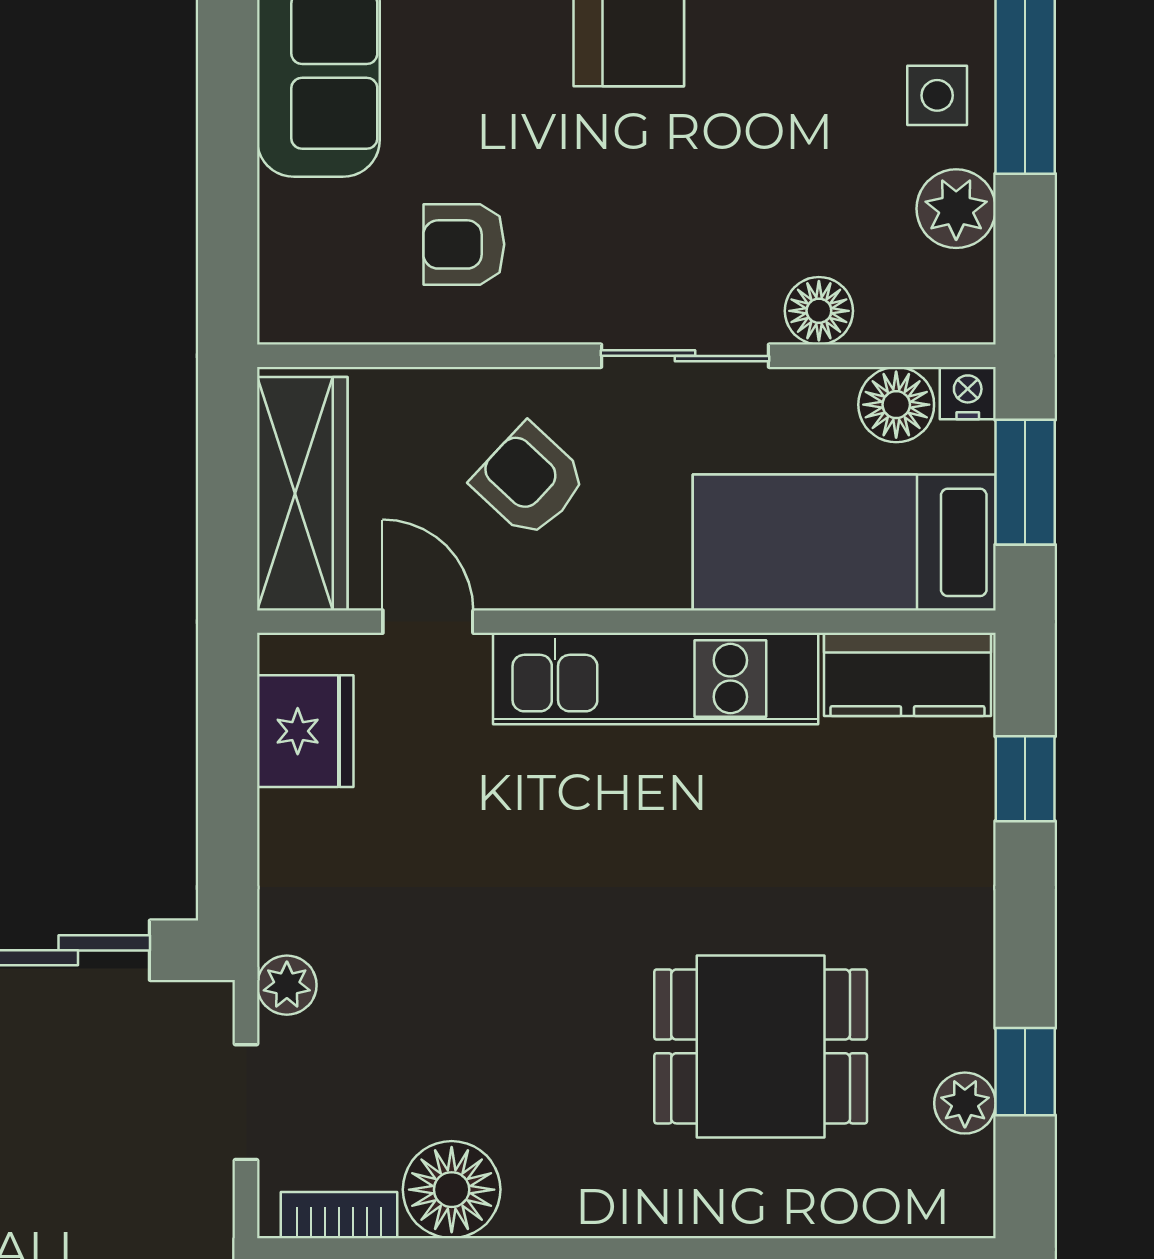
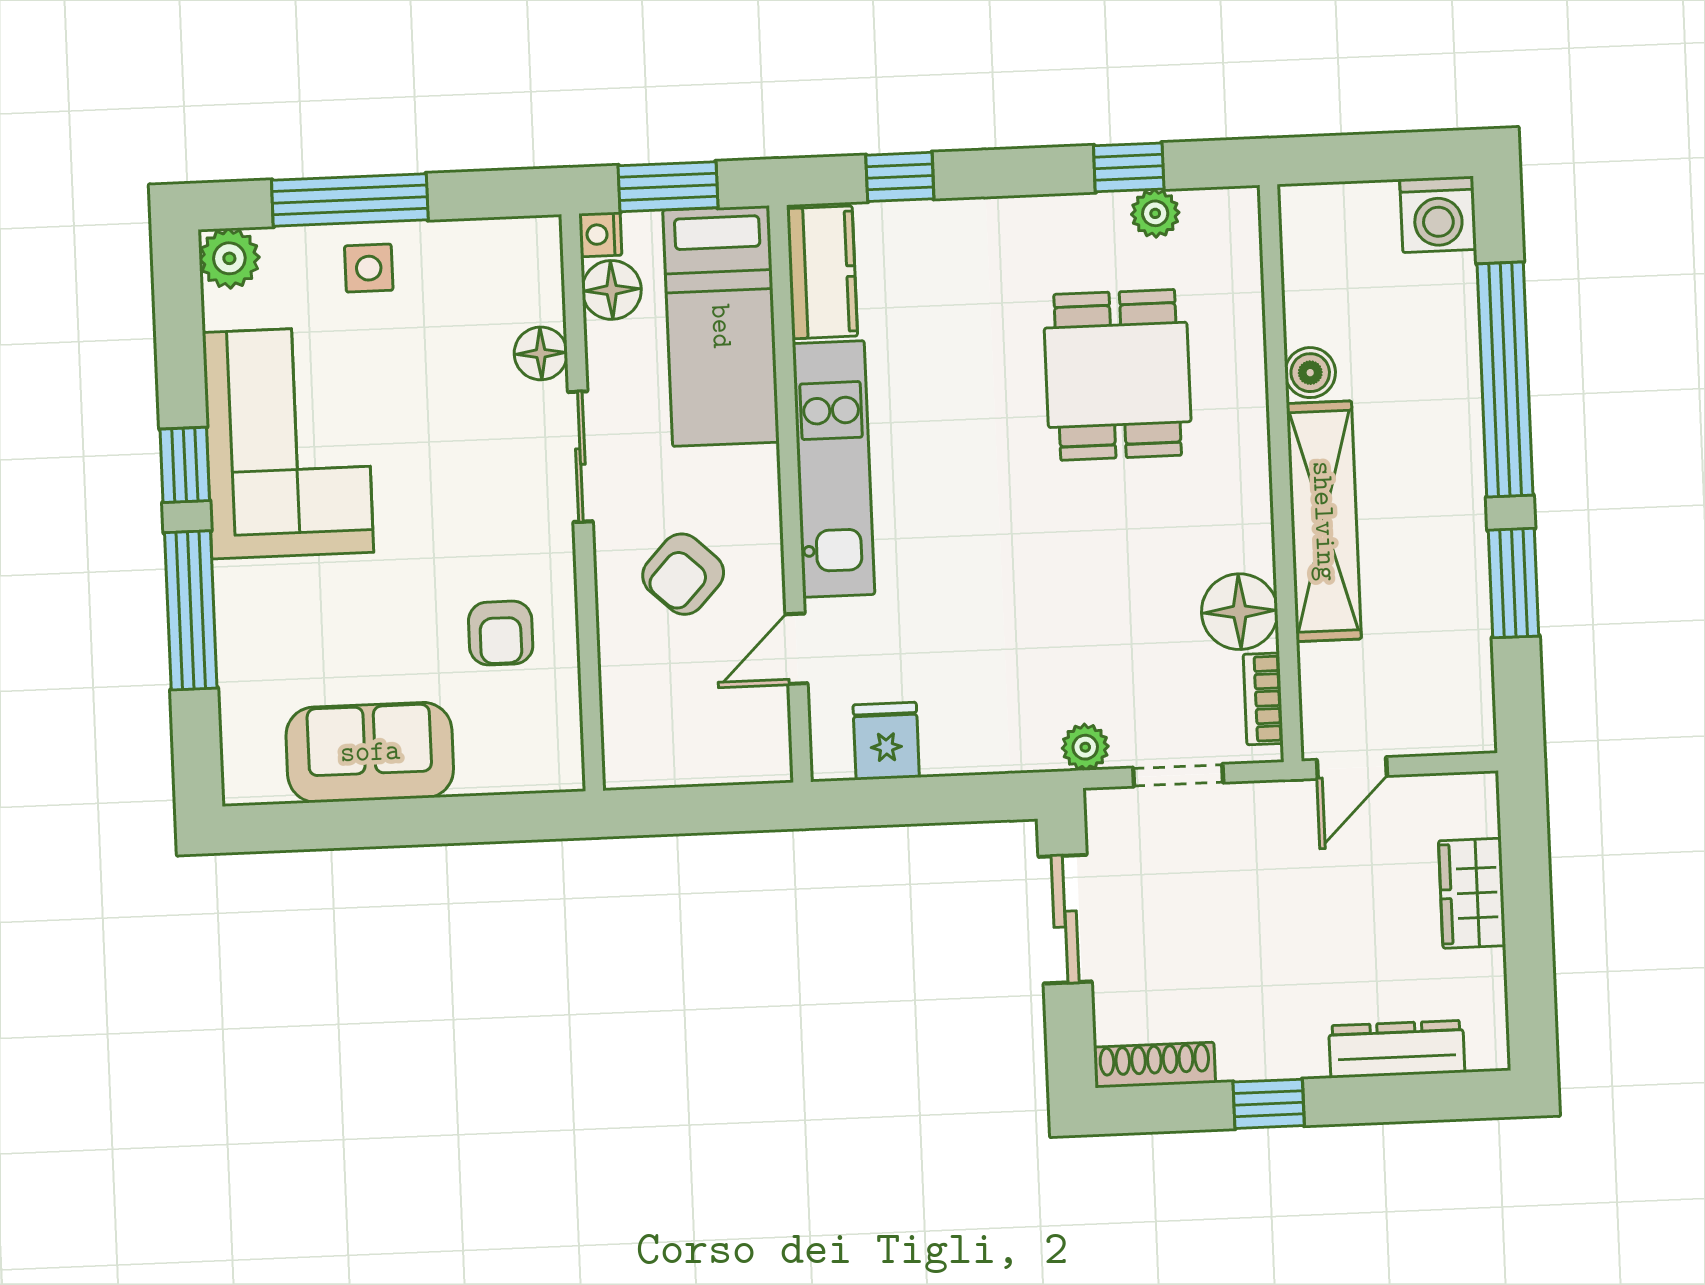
plant: (956, 209) -> (457, 250), removed
wardrobe: (302, 494) -> (701, 751), removed
fridge: (305, 731) -> (886, 741), width x0.72

